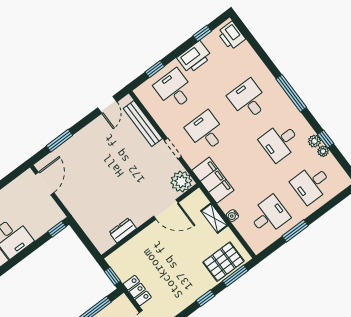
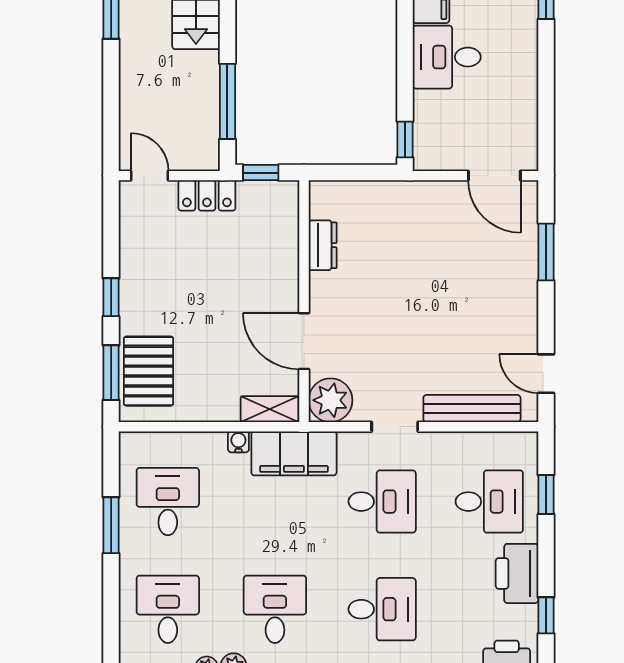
door: (166, 209) -> (304, 341), hinge flipped
water cooler: (232, 216) -> (238, 442), moved
desk: (269, 216) -> (168, 502), turned 180
shelving: (214, 218) -> (270, 409), moved

